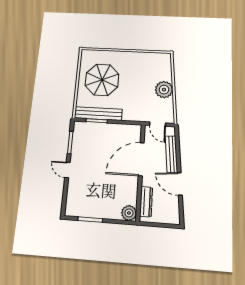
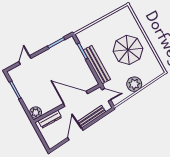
parasol: (102, 80) -> (128, 50), moved
bench: (98, 114) -> (97, 65), moved
door: (158, 124) -> (106, 95), swing flipped
door: (67, 170) -> (25, 60), moved

